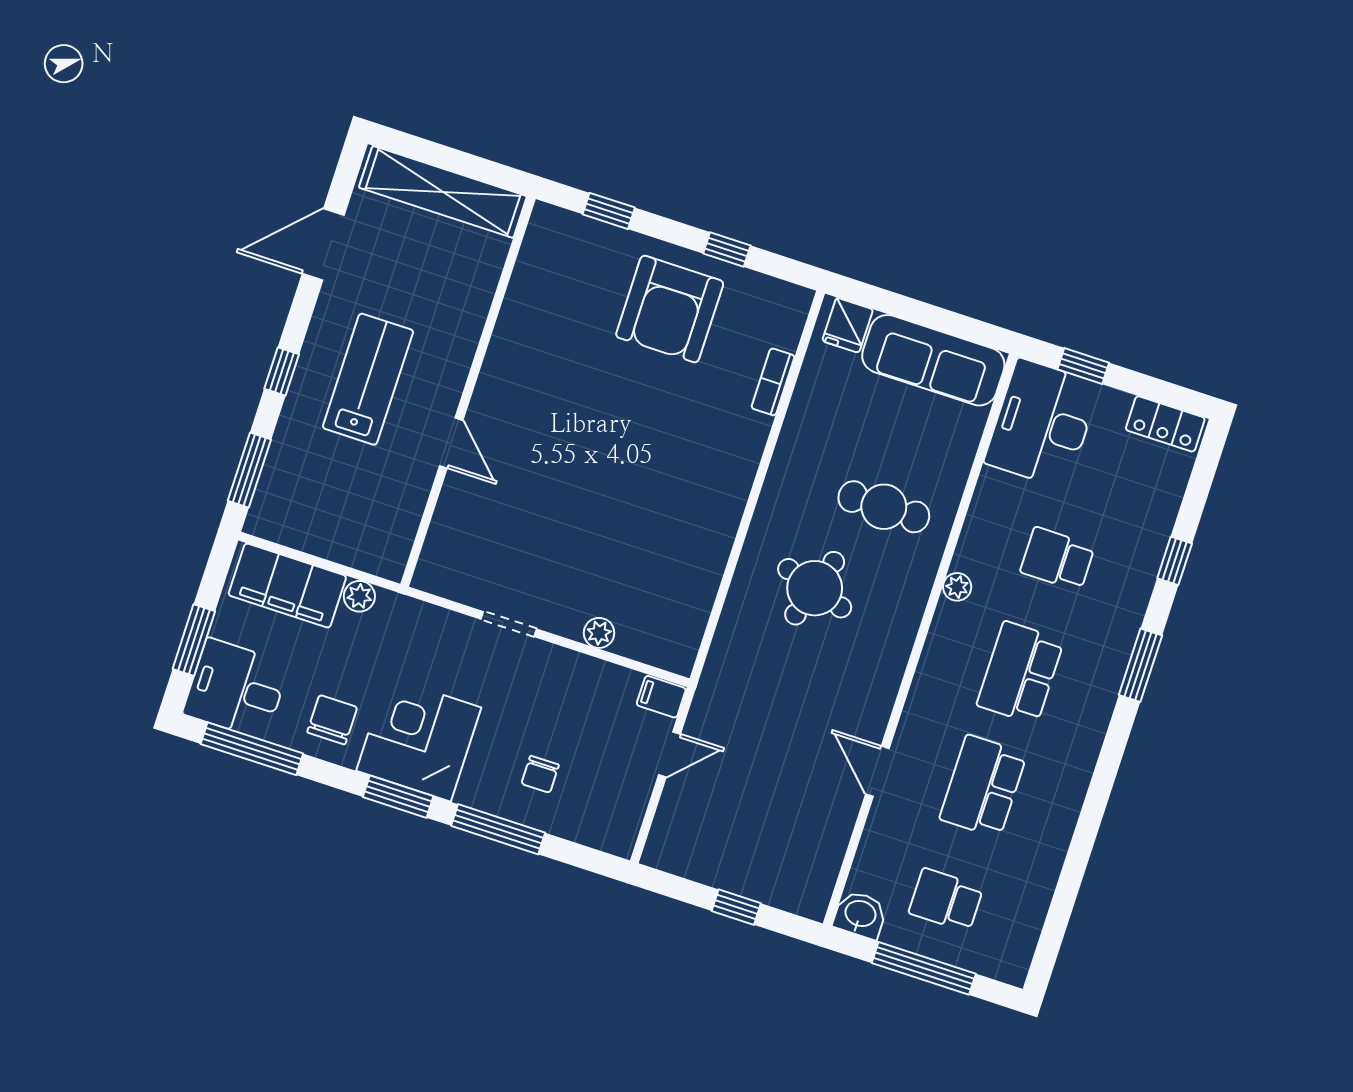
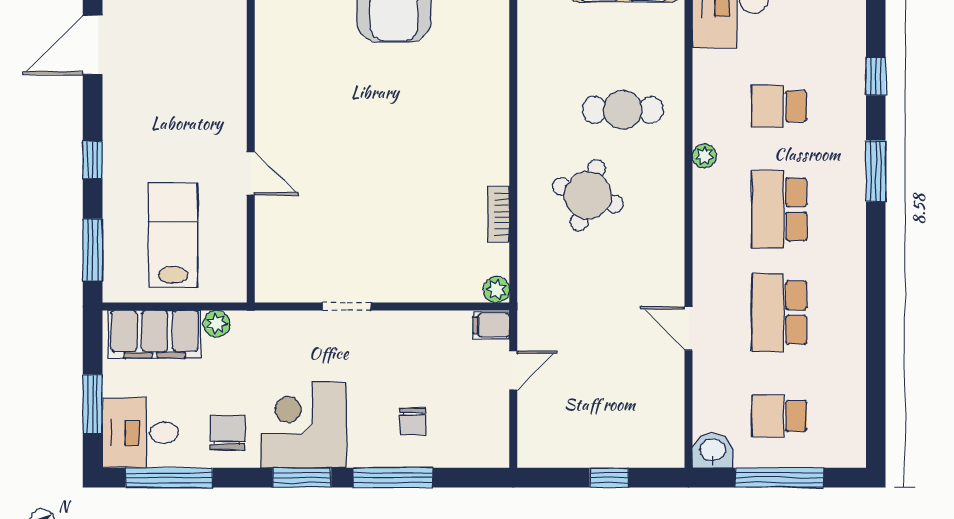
lab bench: (368, 379) -> (173, 235), moved
bookcase: (773, 382) -> (498, 214), moved
plant: (599, 633) -> (496, 290), moved

